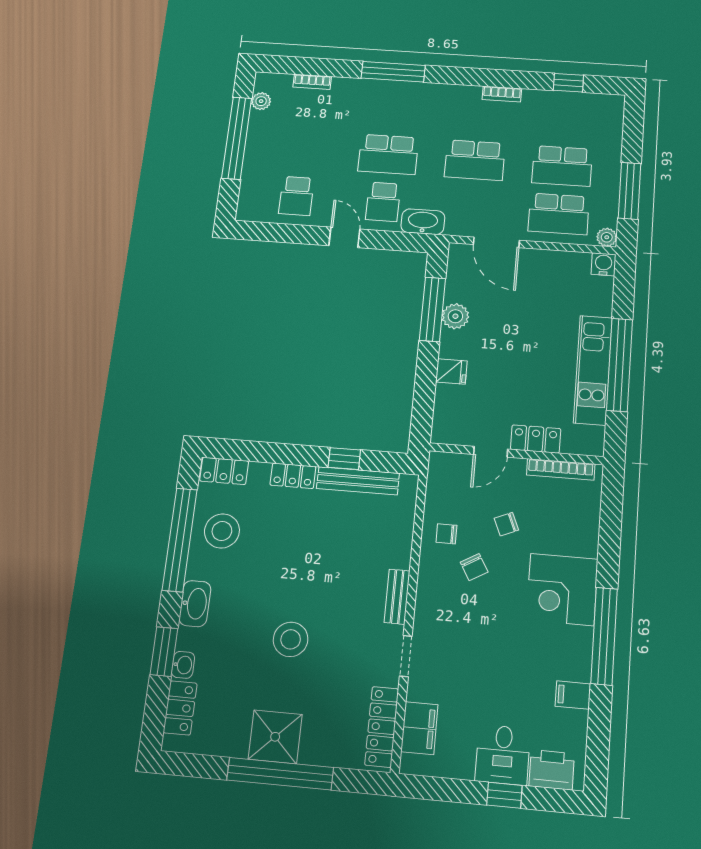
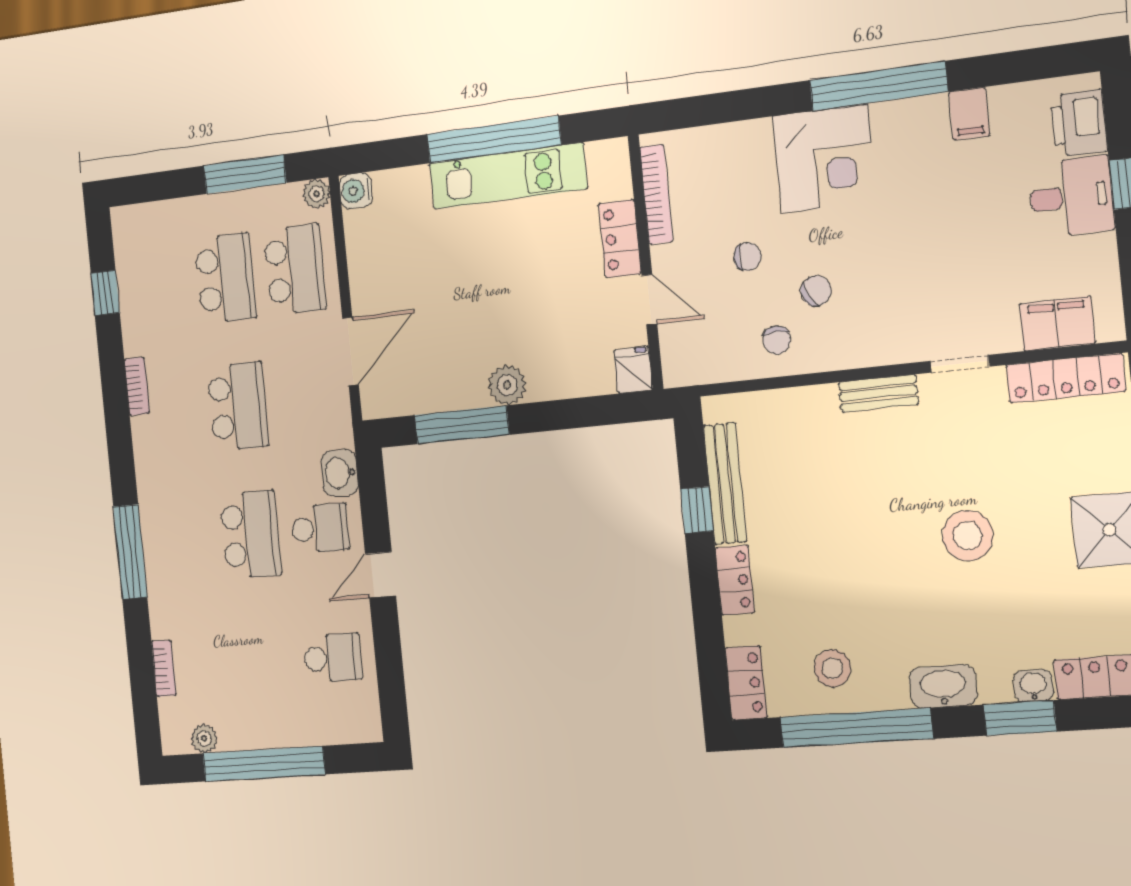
washbasin: (423, 222) -> (340, 473), width x0.72
plant: (455, 316) -> (507, 385), moved
fridge: (451, 371) -> (633, 370), moved
chair: (506, 524) -> (747, 257), turned -67
stool: (222, 531) -> (832, 668), width x0.73, depth x0.73

